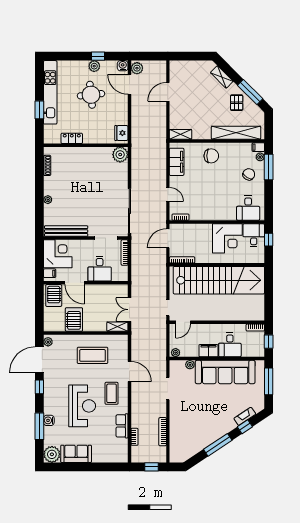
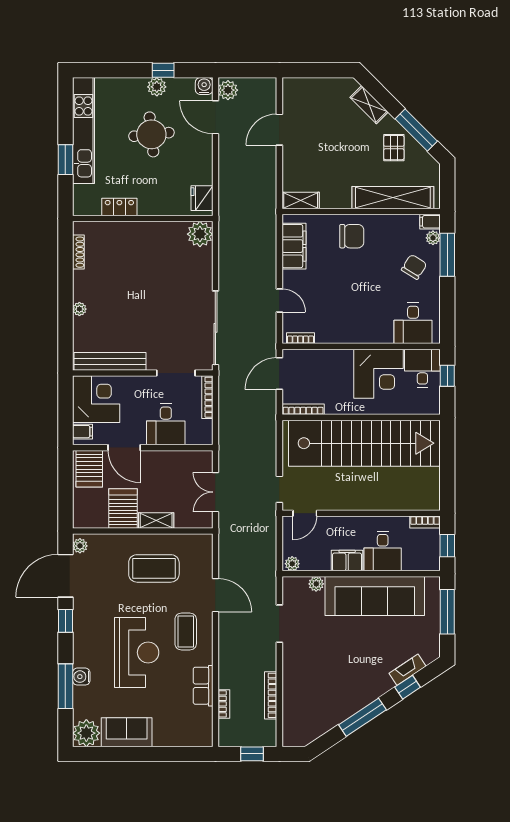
shelving: (117, 327) -> (156, 521), moved

